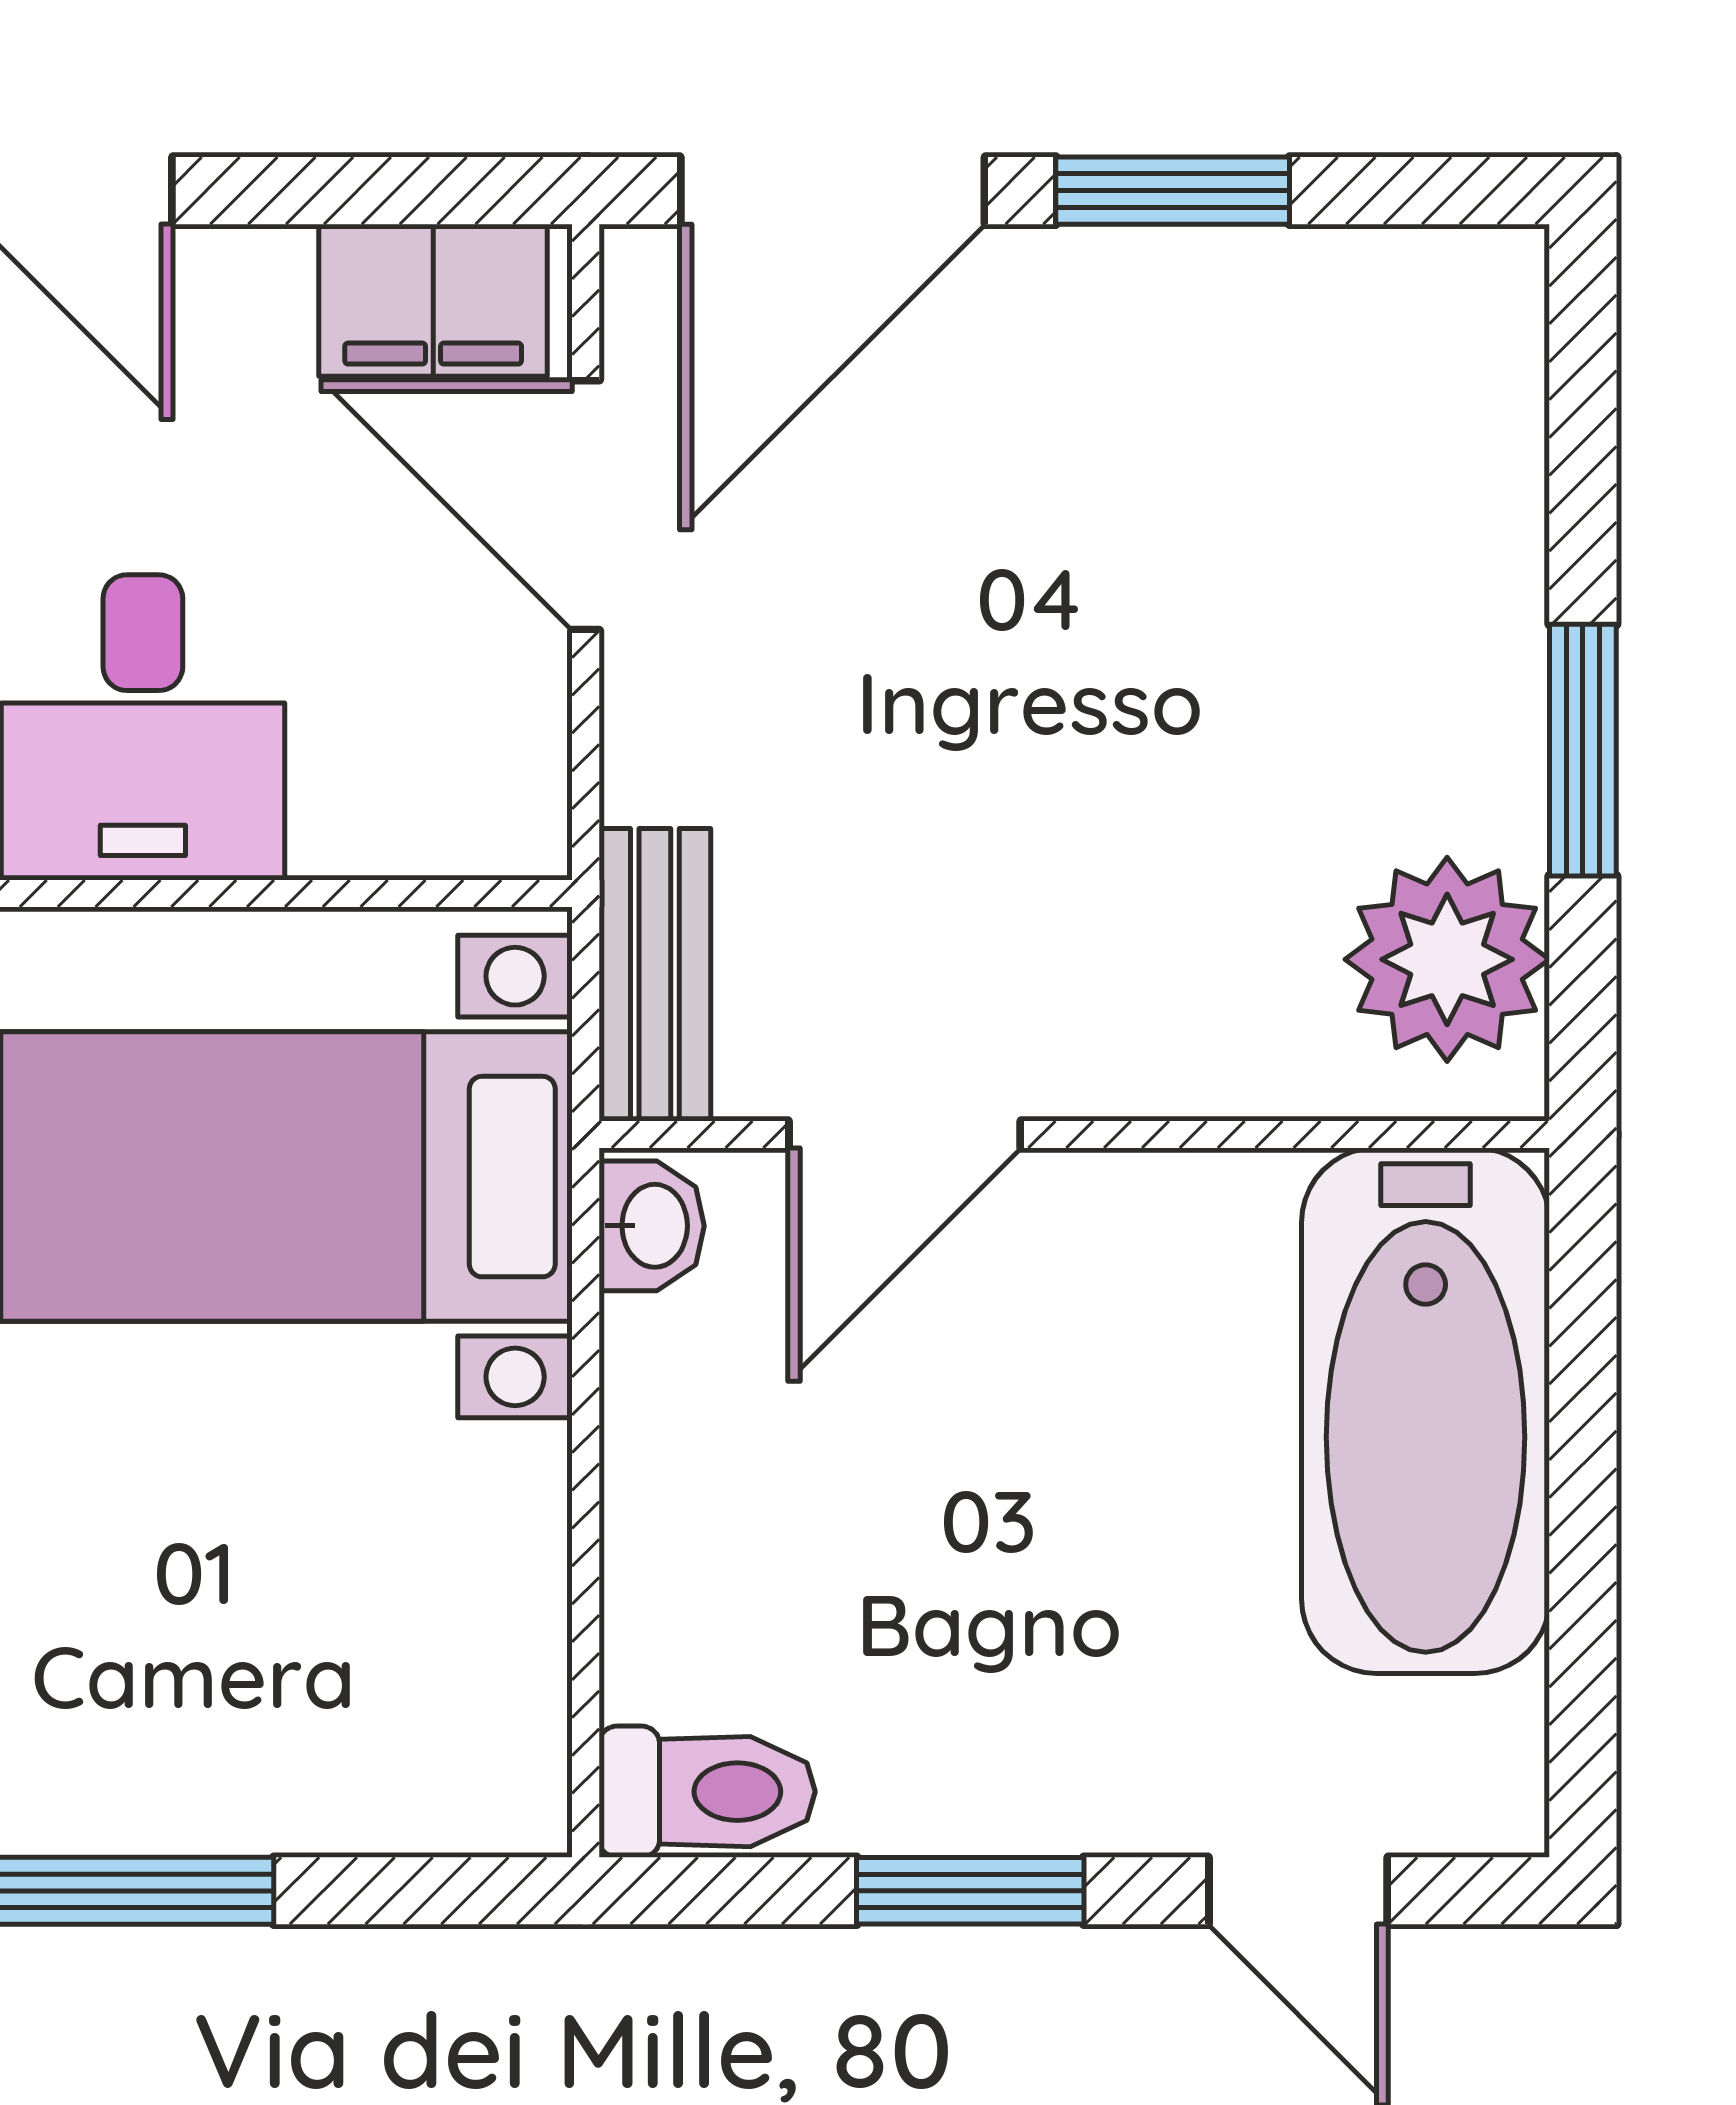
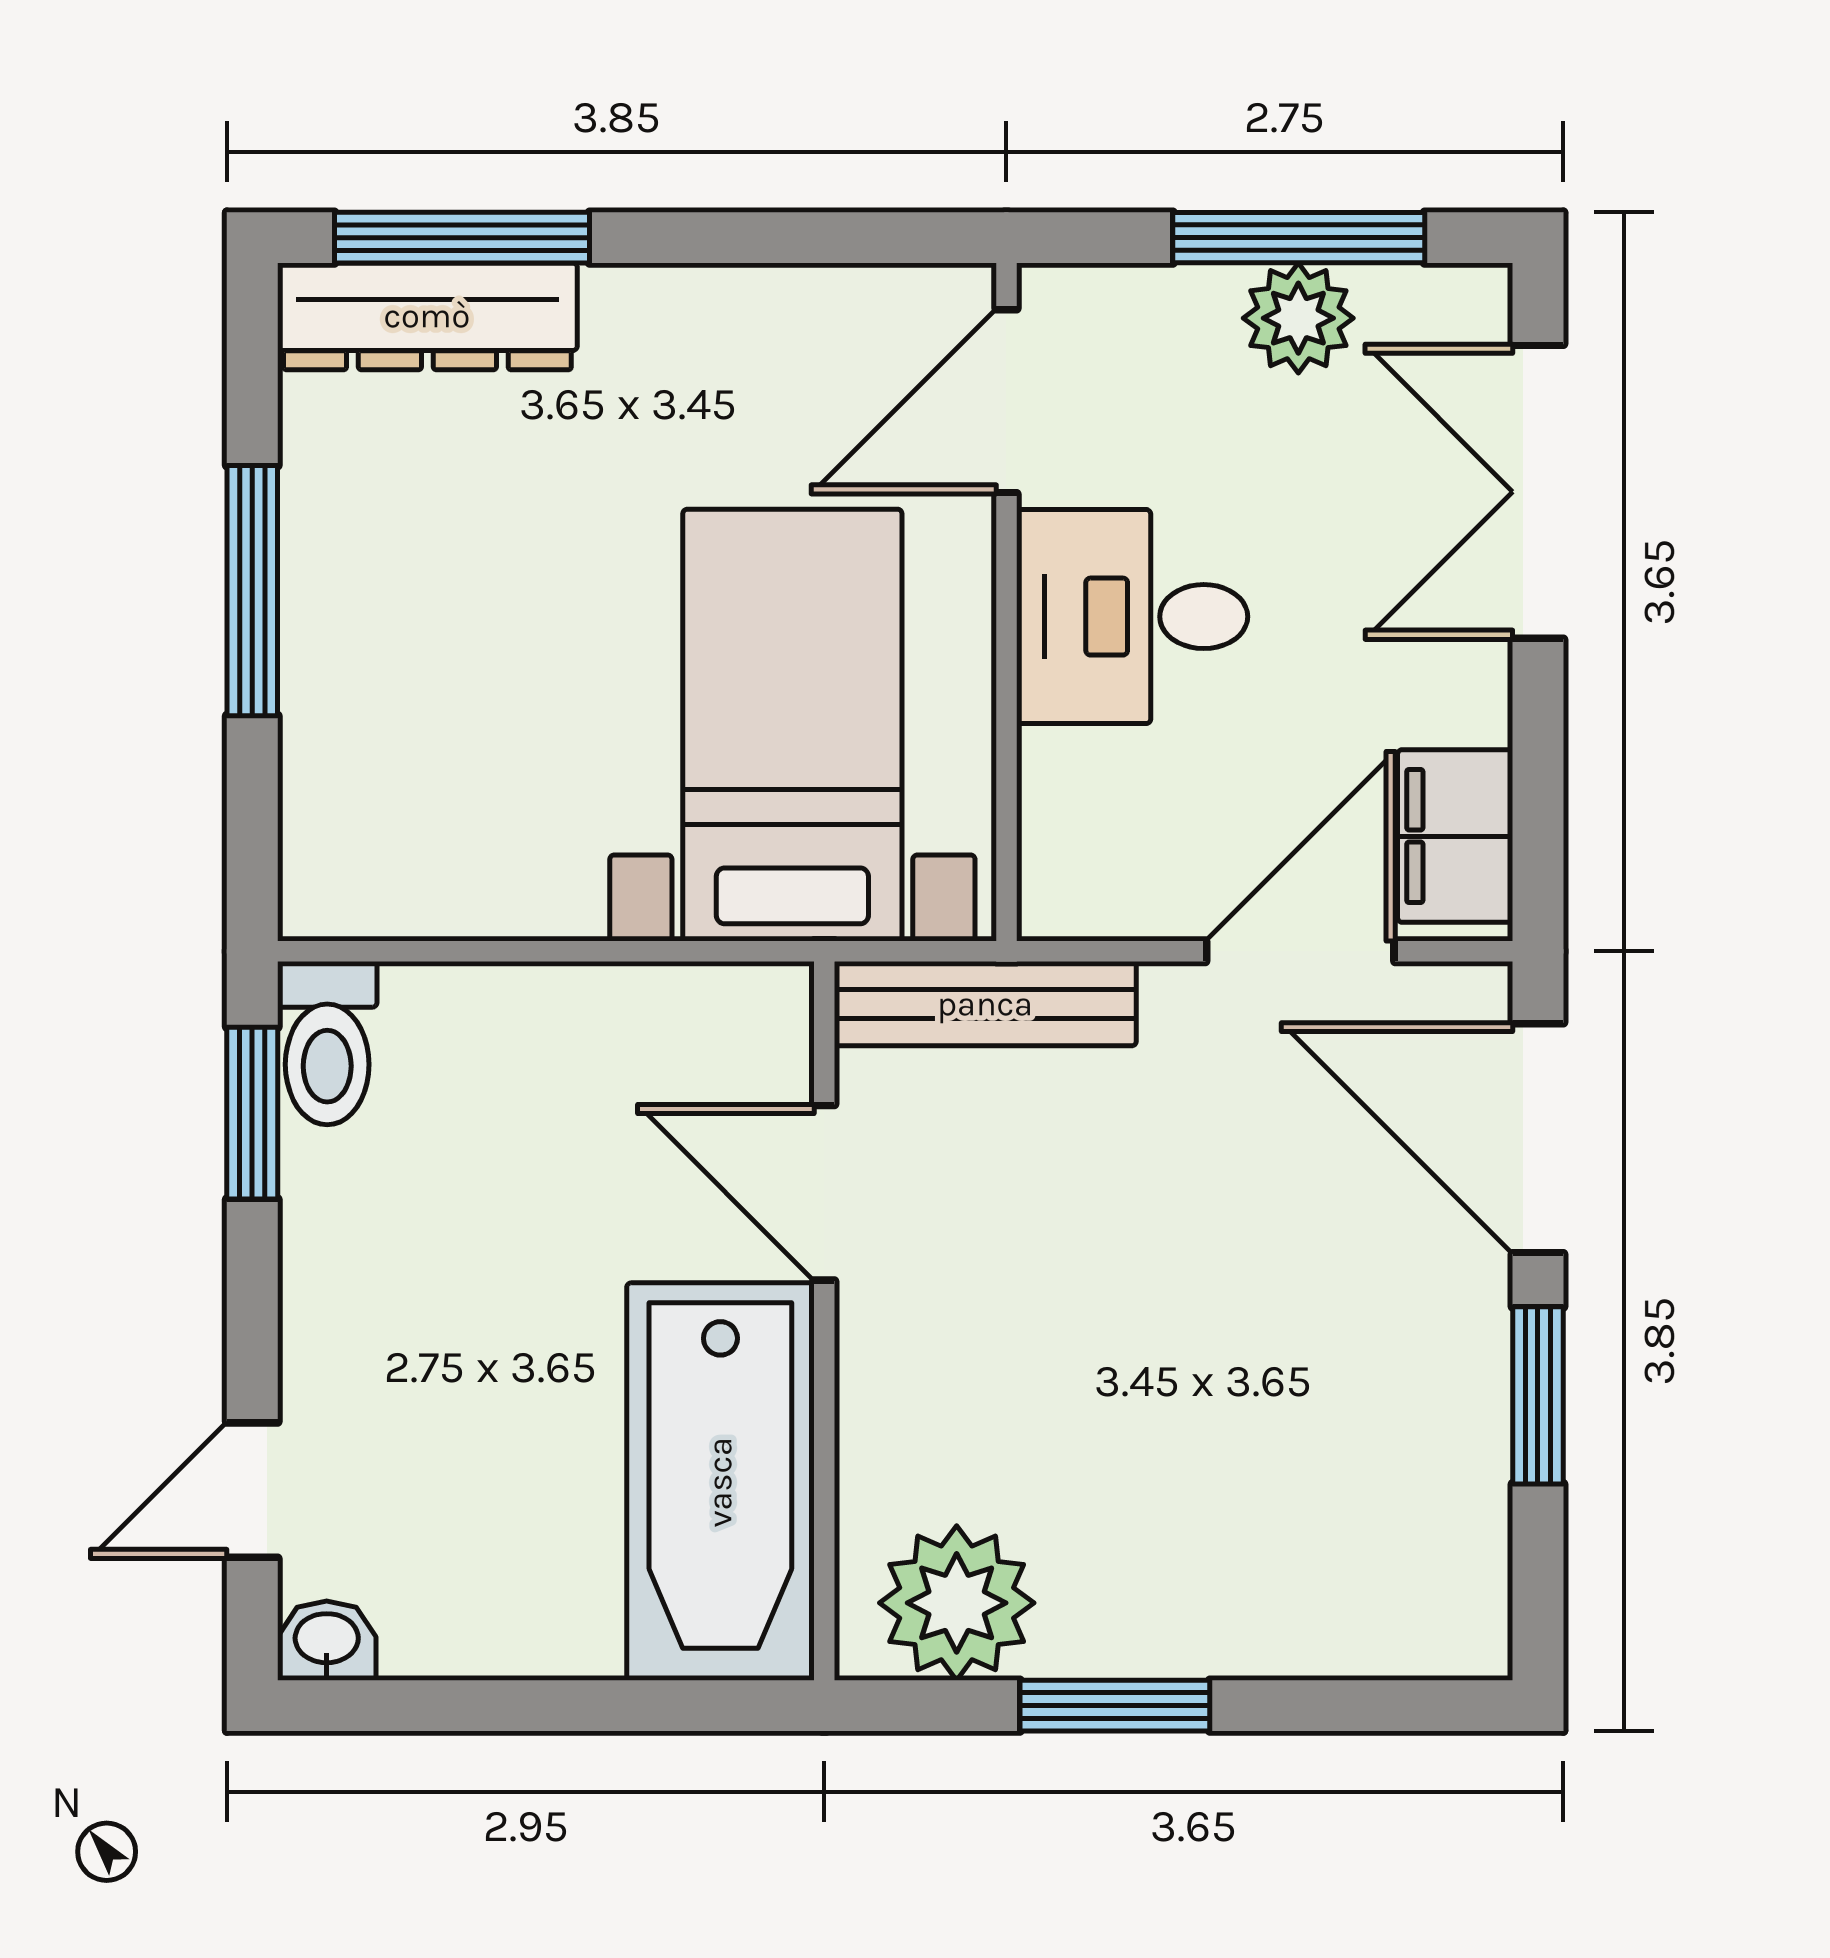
bench: (655, 975) -> (985, 1004), width x1.36
washbasin: (652, 1226) -> (327, 1641), moved, turned 180
bathtub: (1426, 1411) -> (720, 1482), moved, turned -90
window: (970, 1891) -> (252, 1113), moved

